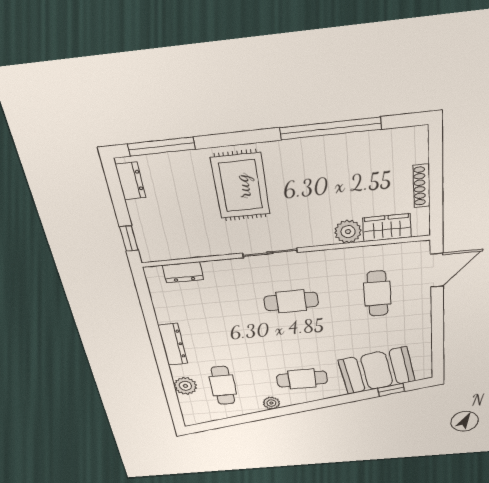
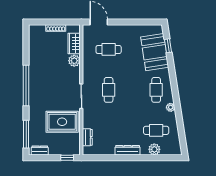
window: (330, 128) -> (26, 86), moved
rug: (241, 186) -> (62, 122), moved

